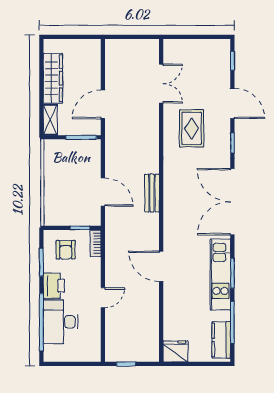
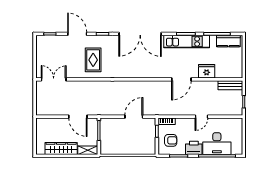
double door: (161, 84) -> (54, 79), moved
door: (232, 103) -> (77, 34), hinge flipped
rug: (192, 128) -> (93, 60), turned 90
bench: (152, 193) -> (230, 85), moved
door: (103, 298) -> (201, 117), swing flipped
fridge: (175, 351) -> (207, 71), moved, turned 90

